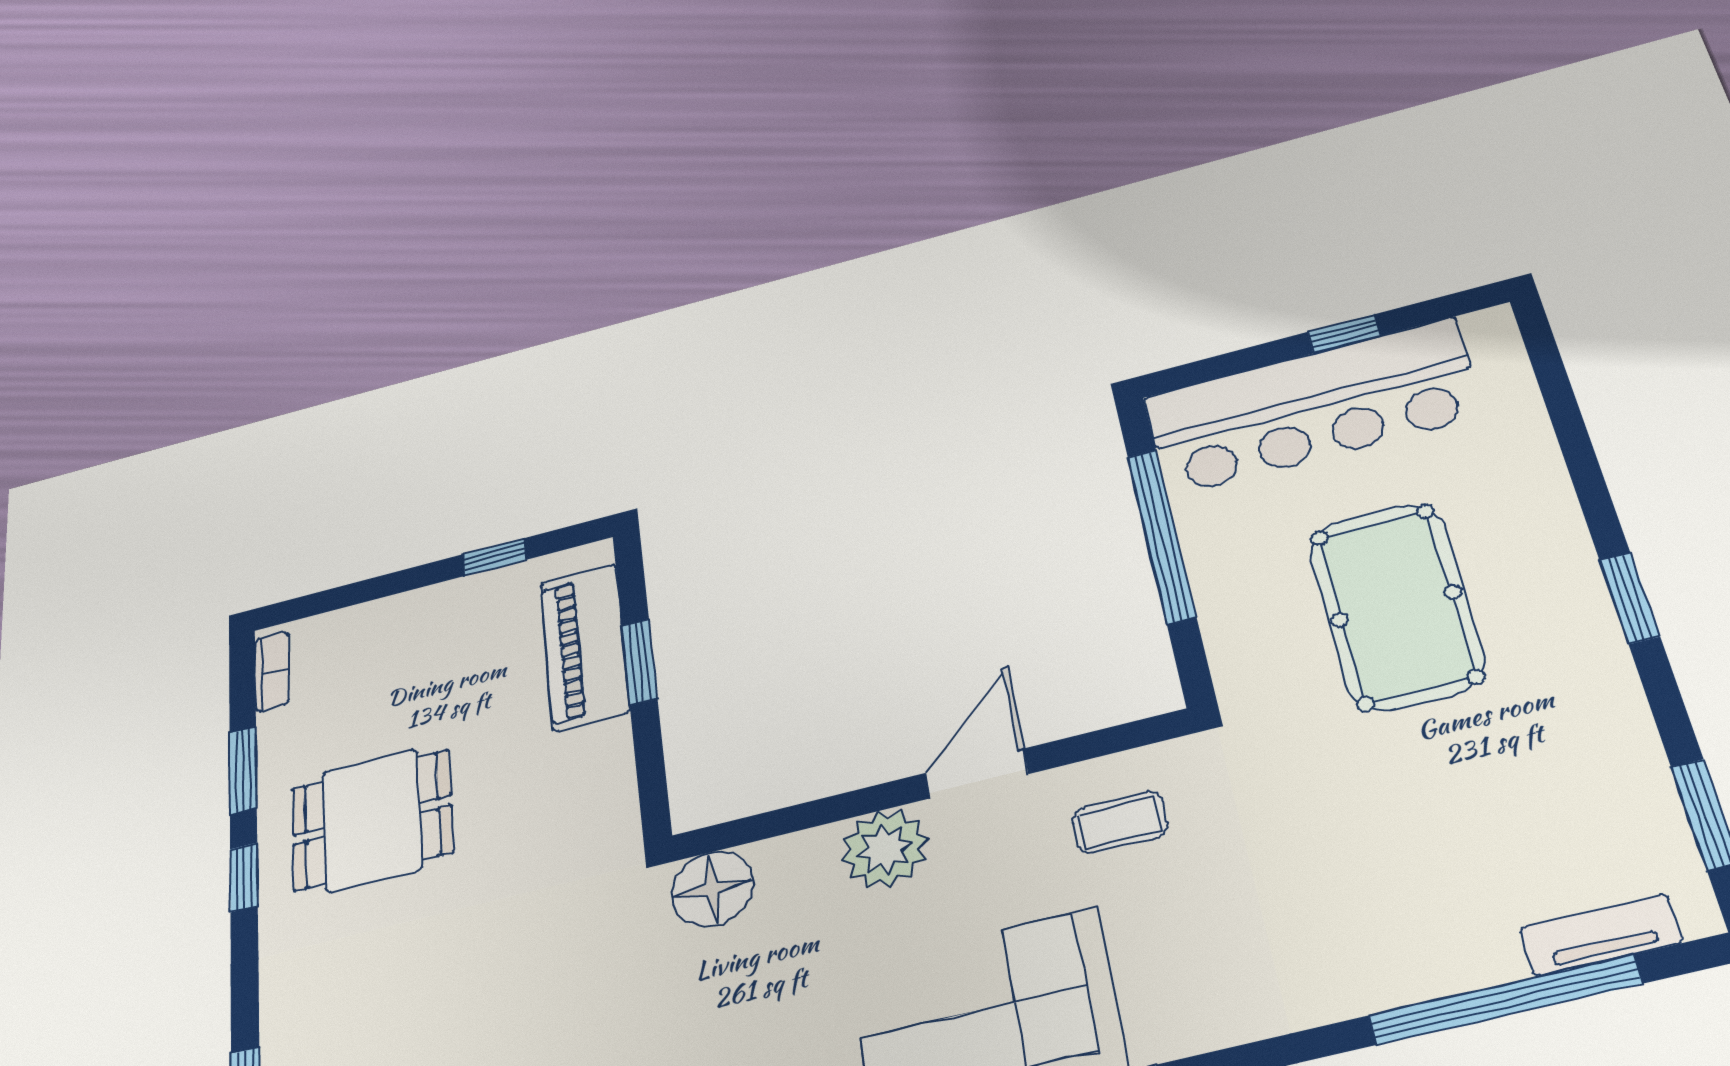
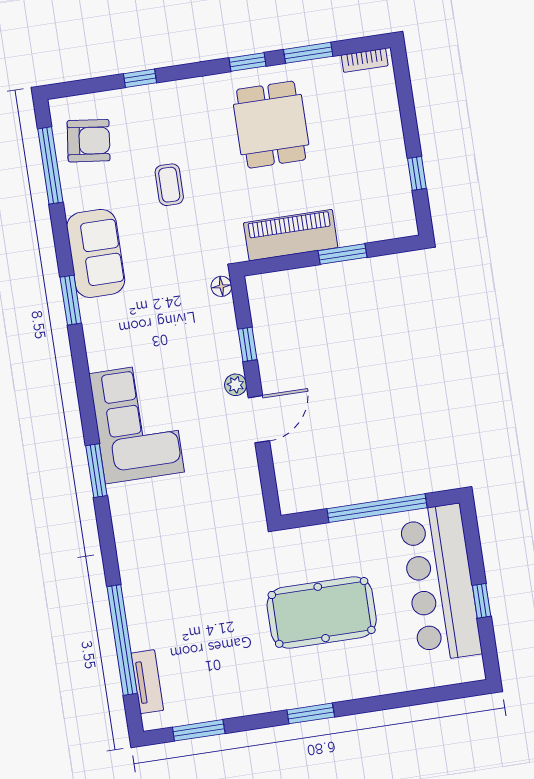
piano: (585, 647) -> (291, 235), moved
door: (977, 773) -> (259, 419), hinge flipped
window: (816, 813) -> (248, 344), added
coffee table: (1120, 822) -> (169, 185), moved
plant: (885, 849) -> (236, 385), width x0.53, depth x0.53
floor lamp: (713, 889) -> (221, 286), width x0.53, depth x0.53

